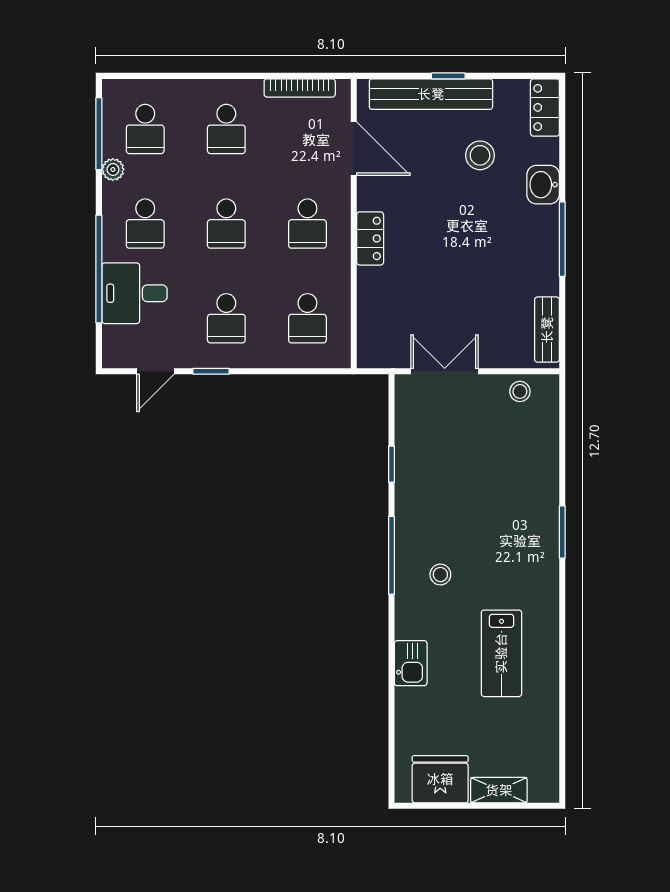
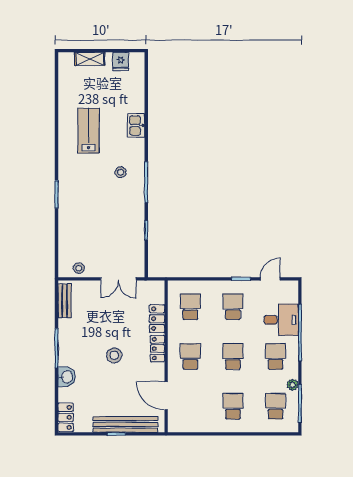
bookcase: (300, 88) -> (194, 428), removed
stool: (480, 155) -> (114, 355), moved
locker: (371, 295) -> (157, 319), added
fridge: (440, 779) -> (121, 61), width x0.53, depth x0.75

